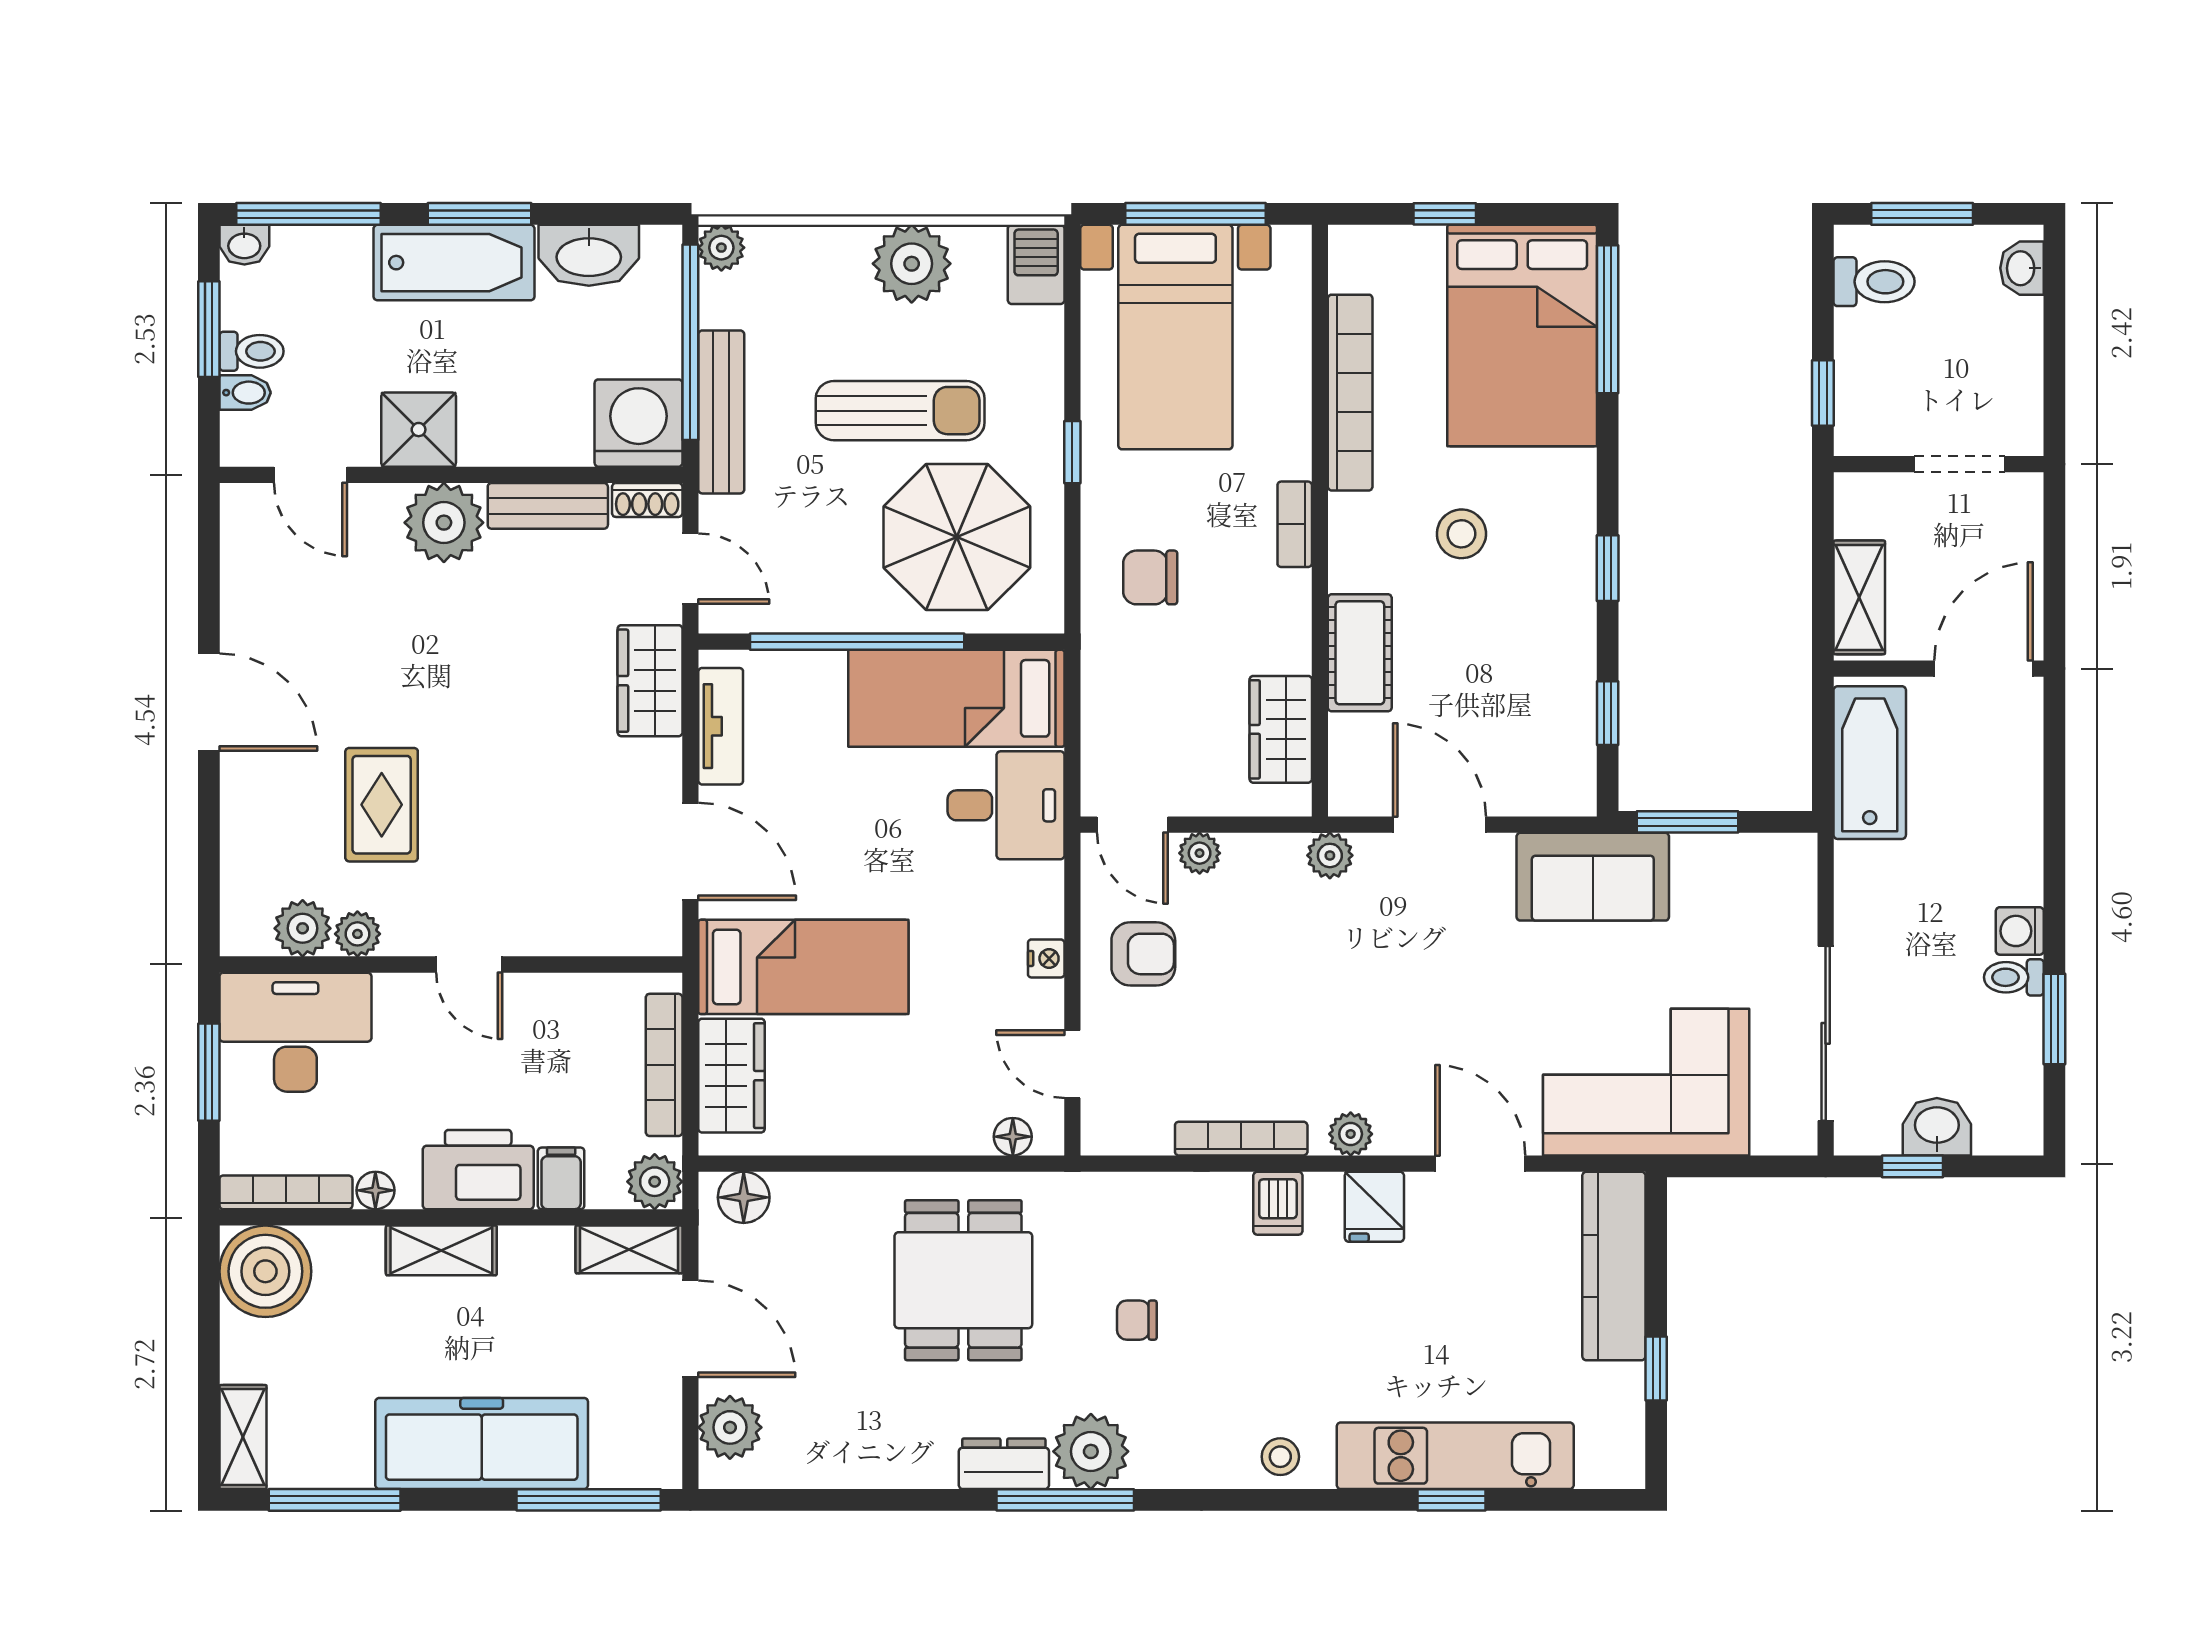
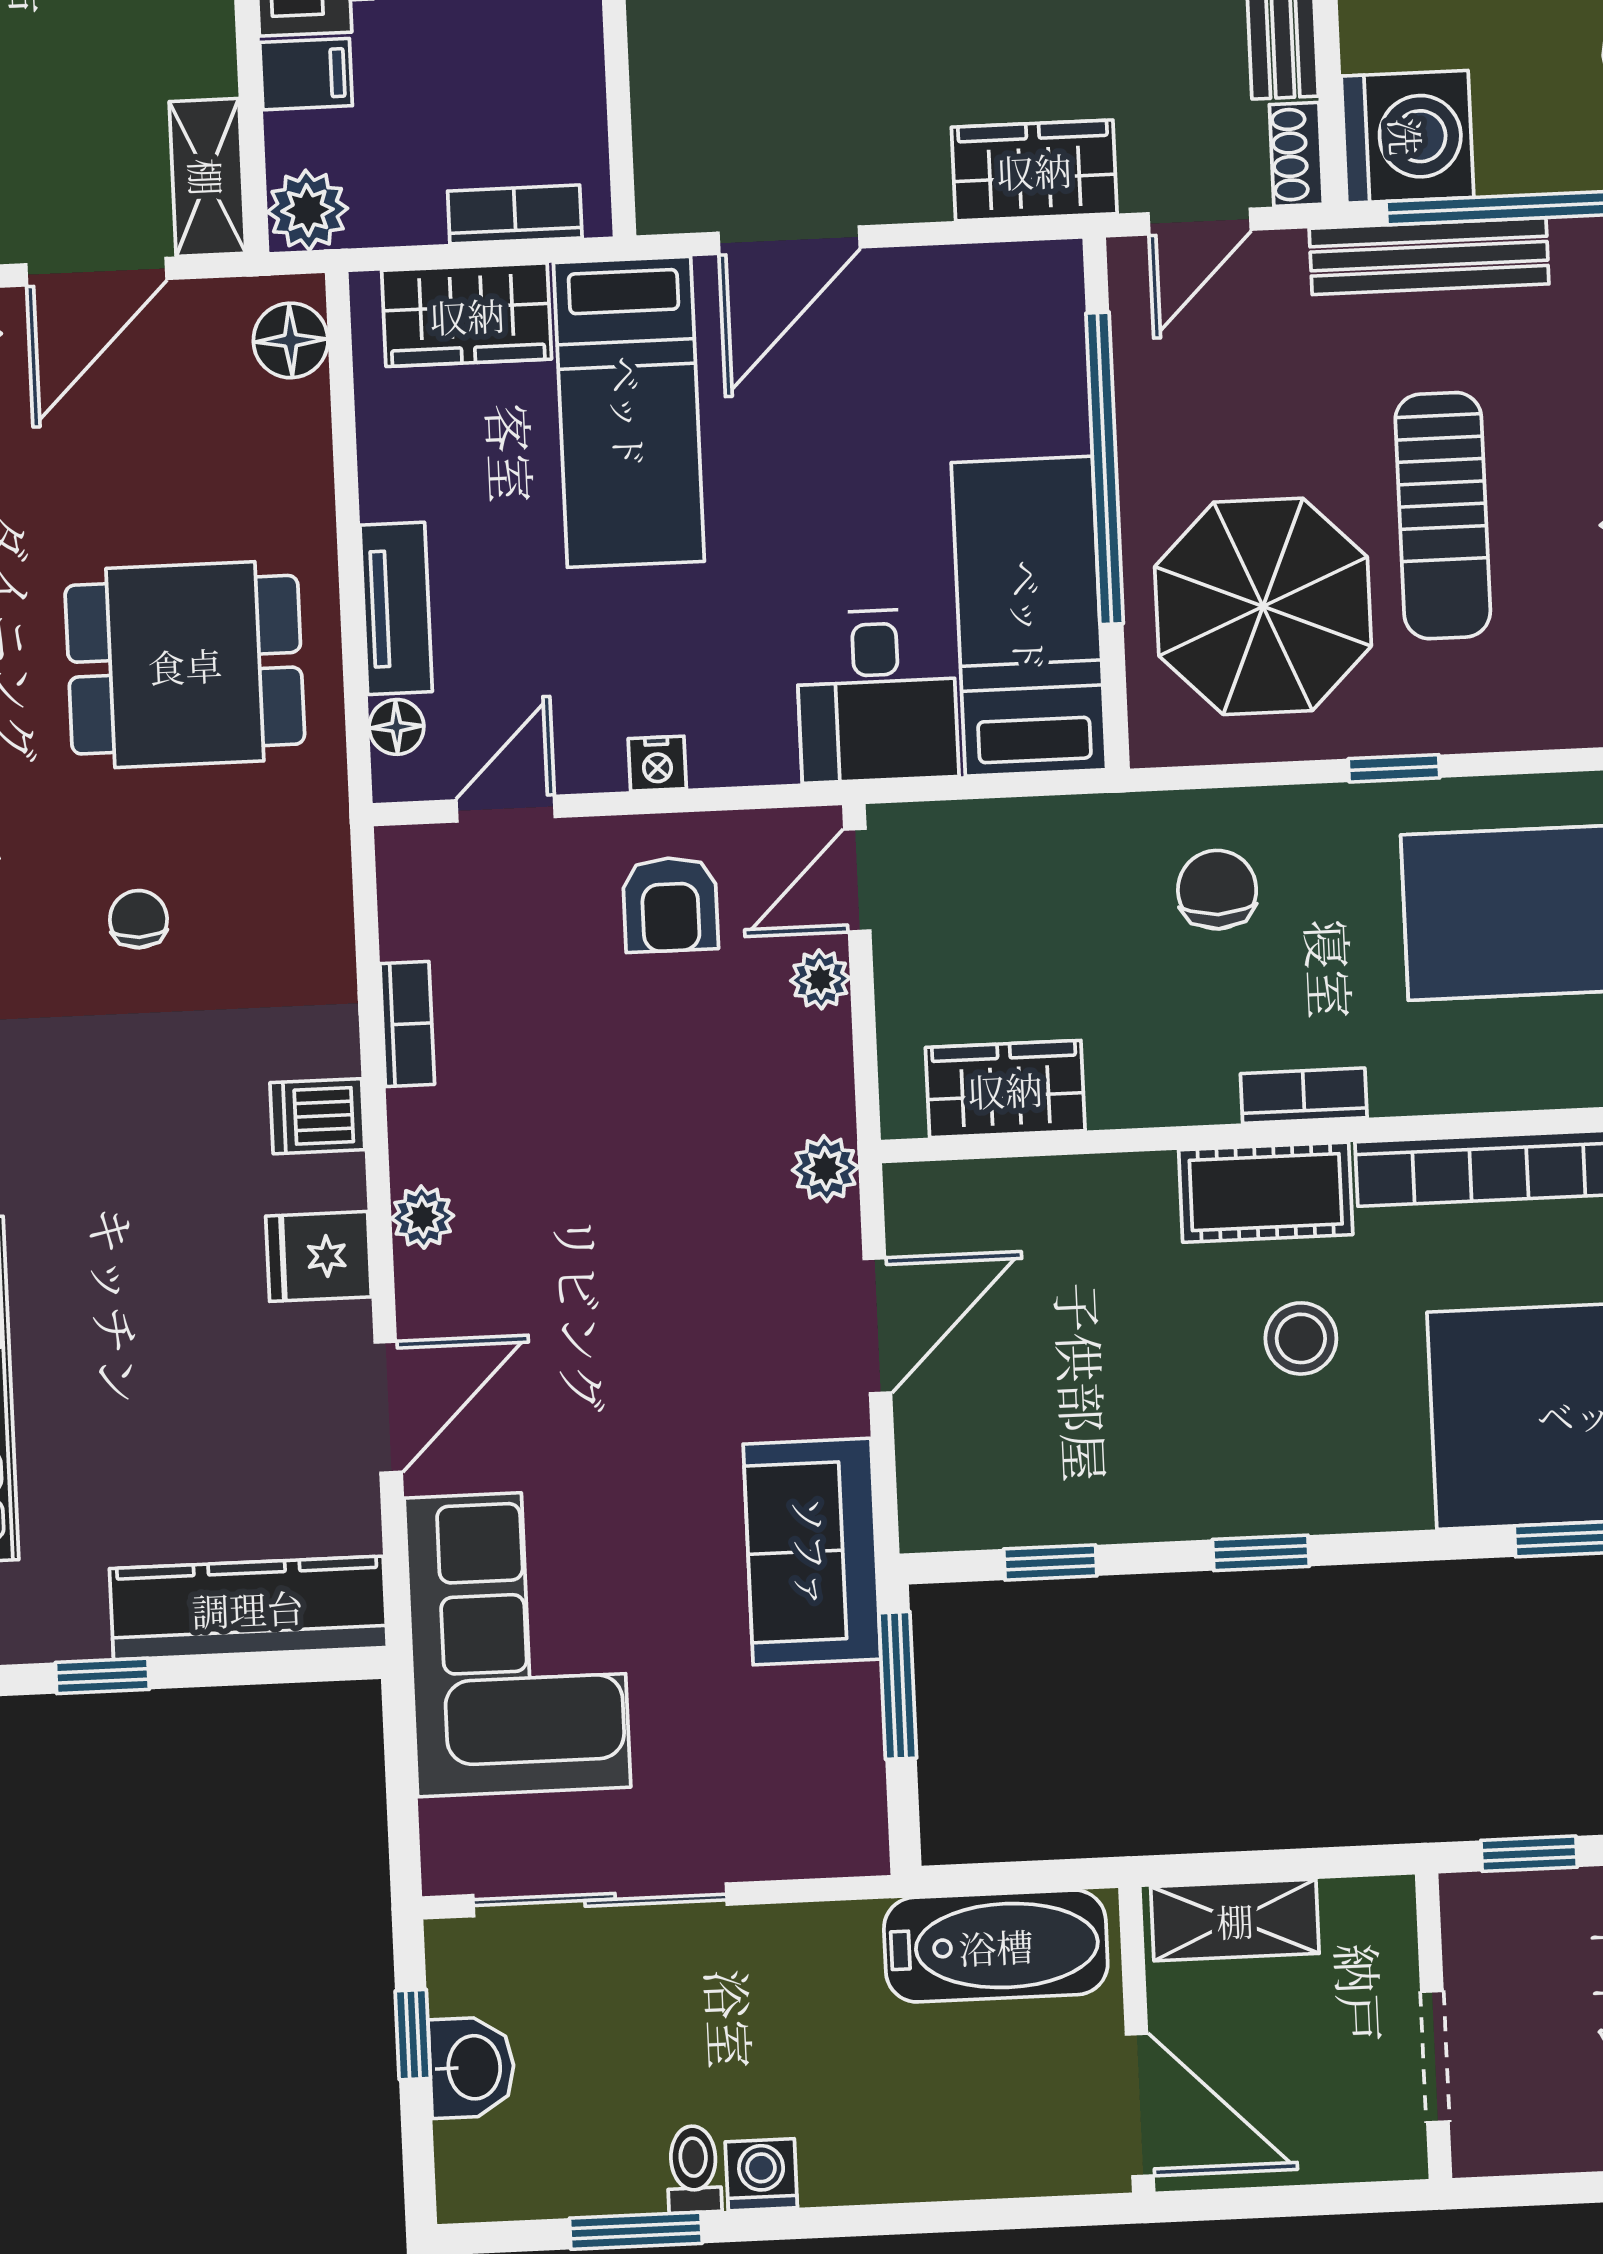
cot: (1360, 653) -> (1266, 1192), moved
tv unit: (721, 726) -> (396, 608), moved, turned -90
bookcase: (664, 1065) -> (515, 214), width x0.64
bookcase: (1241, 1139) -> (407, 1024), width x0.64

